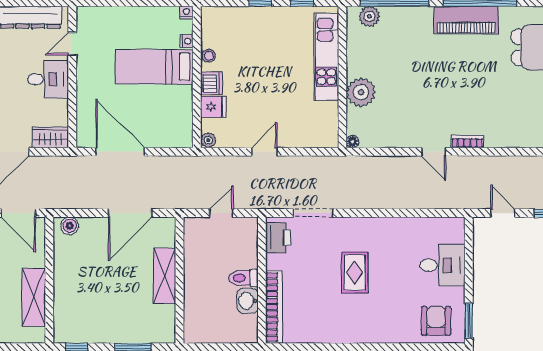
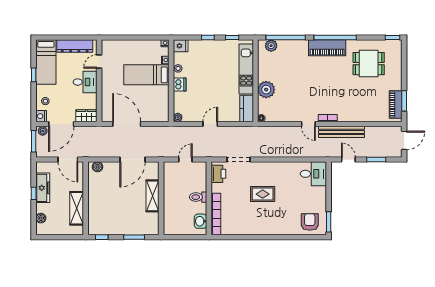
fridge: (213, 107) -> (181, 46), moved
kitchen counter: (327, 125) -> (247, 108), added
bench: (491, 165) -> (341, 132), added
desk: (442, 265) -> (313, 174), moved
rug: (355, 273) -> (263, 194), turned 90
washbasin: (247, 301) -> (201, 221), moved

